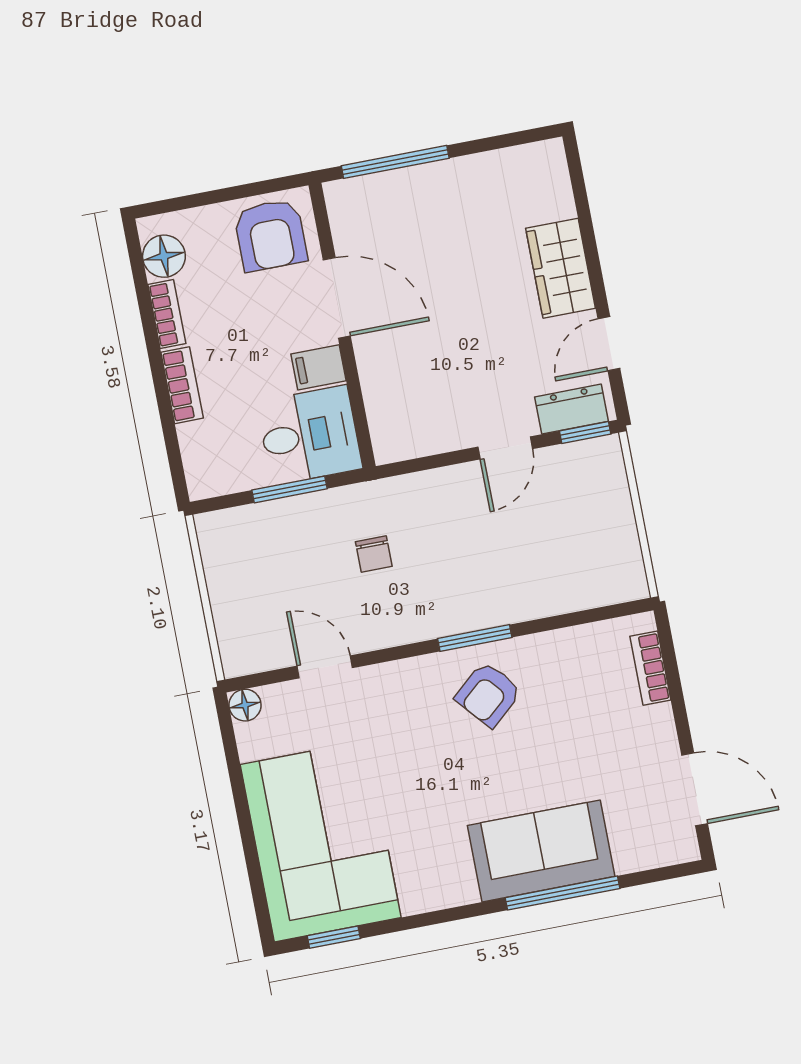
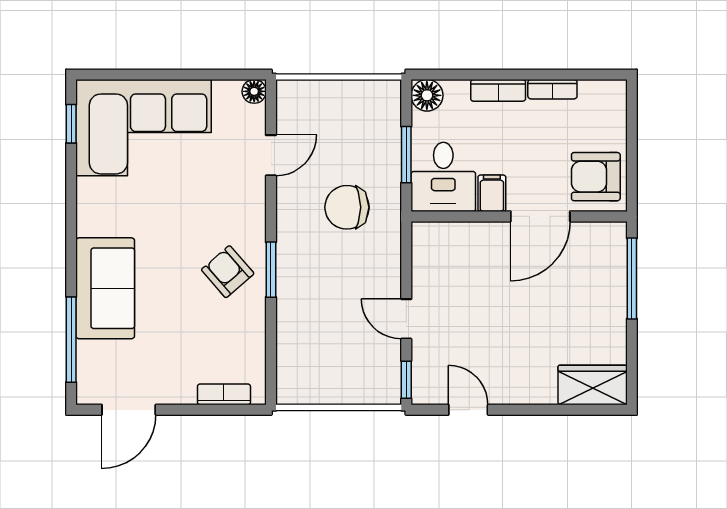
floor lamp: (164, 256) -> (427, 95), moved
wardrobe: (561, 268) -> (593, 385), moved
dresser: (572, 409) -> (425, 373), removed
chair: (374, 554) -> (347, 207), width x1.87, depth x1.87
window: (562, 893) -> (71, 340), moved

